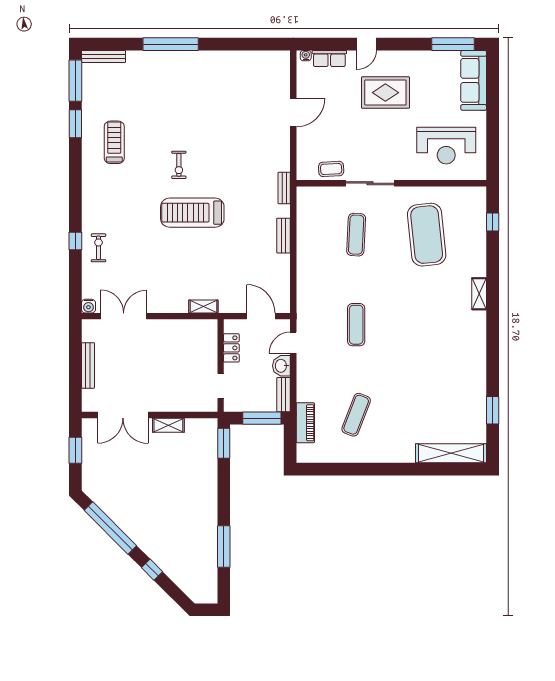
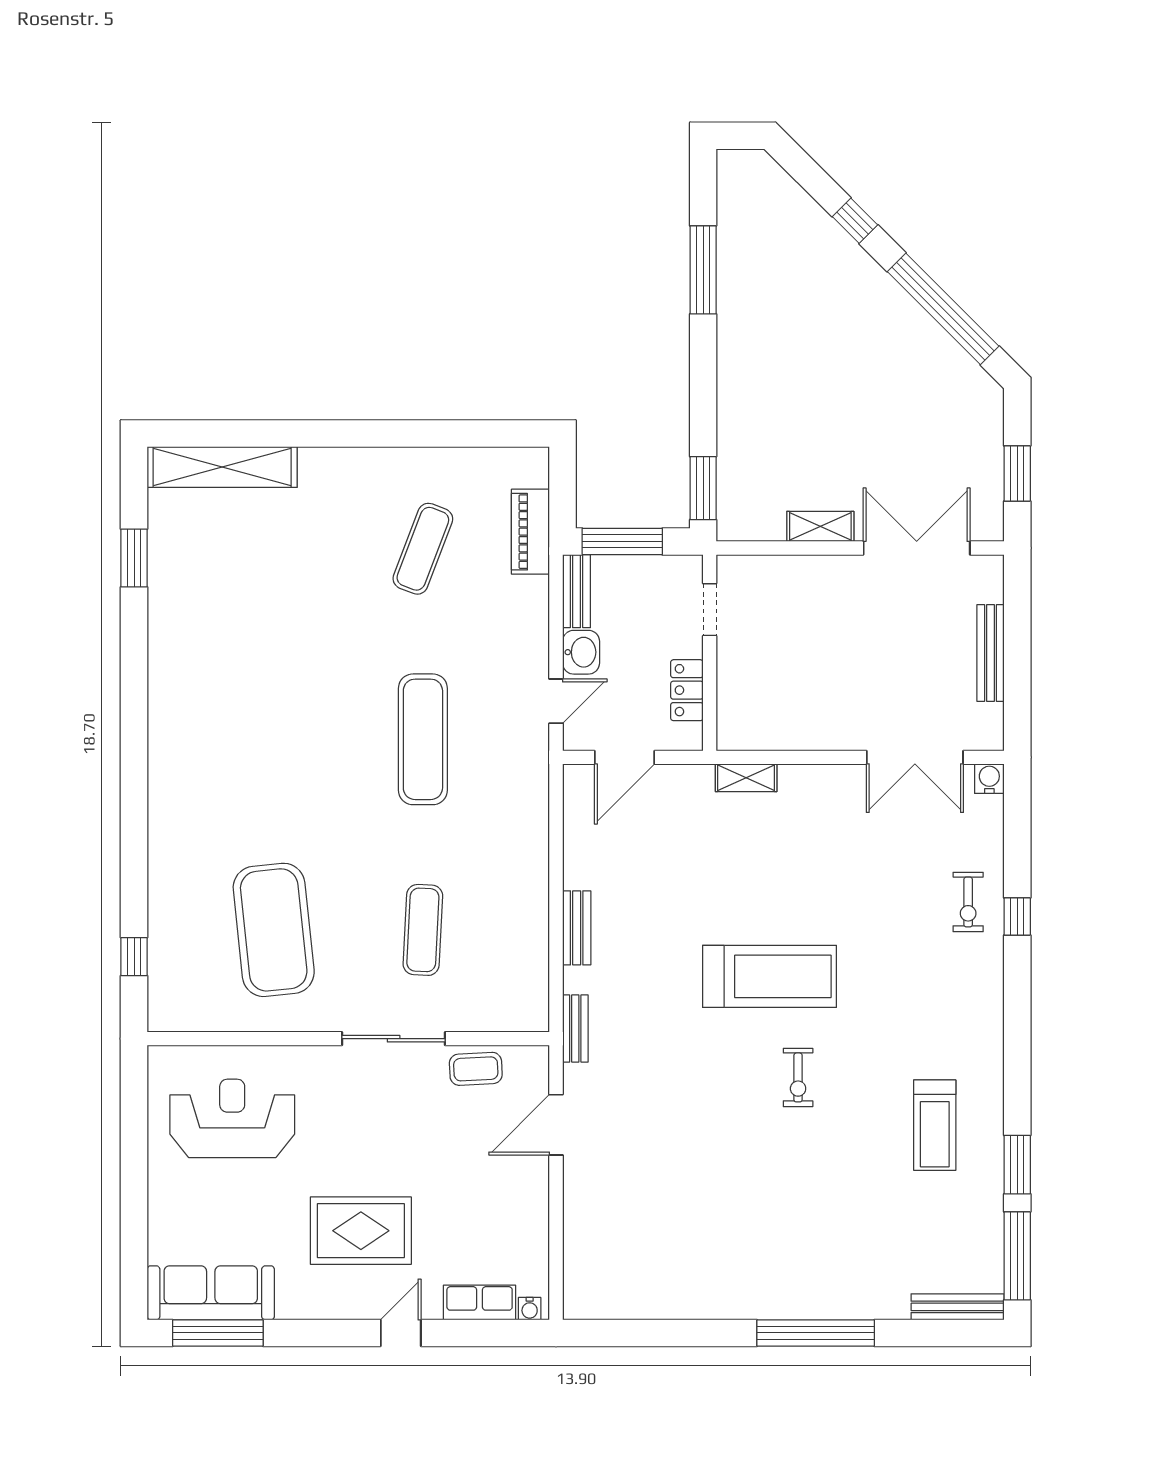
sofa: (474, 80) -> (211, 1293), moved, turned -90
door: (293, 112) -> (556, 1125), moved
exercise bike: (179, 165) -> (798, 1077), turned 180
shelving: (479, 294) -> (162, 805), removed
door: (261, 316) -> (625, 757), hinge flipped
exercise mat: (356, 325) -> (423, 739), width x1.36, depth x1.45

